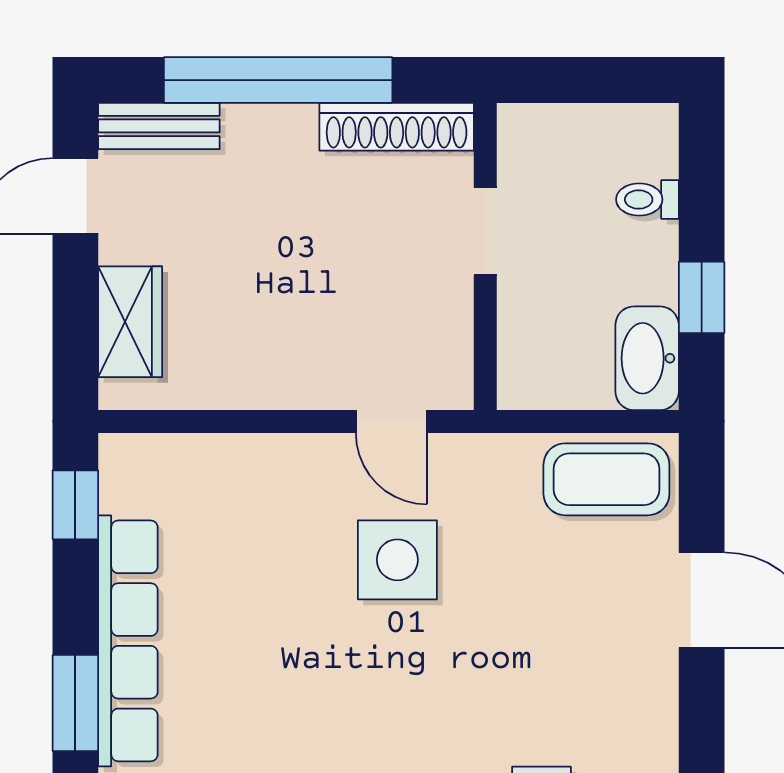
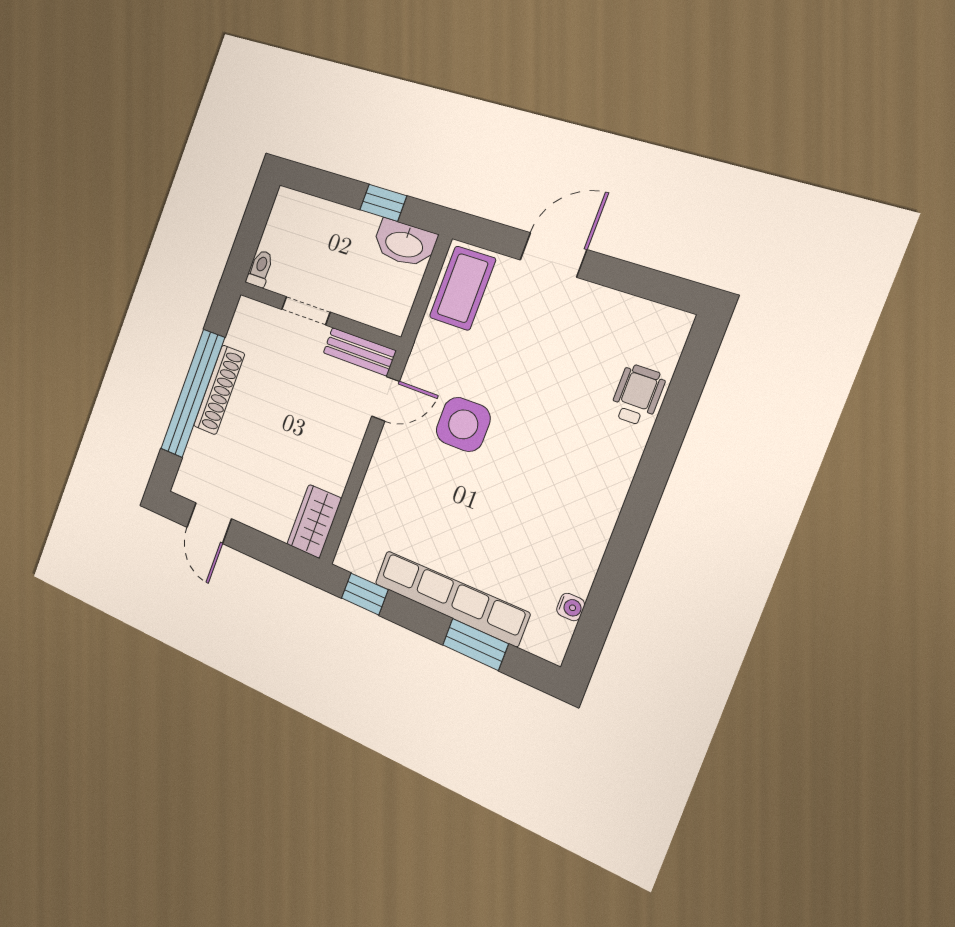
bench: (159, 126) -> (359, 352), moved, turned 90
shoe rack: (397, 127) -> (219, 390), moved
toilet: (647, 199) -> (260, 269), moved, turned 180
wardrobe: (130, 322) -> (314, 521), moved, turned -90

